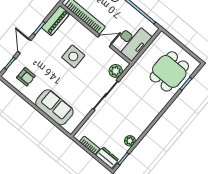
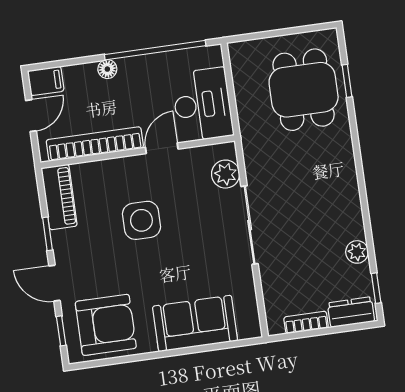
armchair: (26, 77) -> (106, 325), width x1.88, depth x1.88

